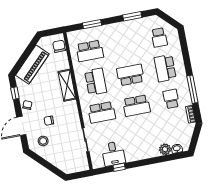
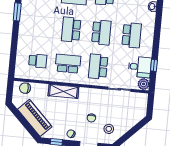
window: (92, 24) -> (13, 51), removed
school desk: (90, 51) -> (38, 61), width x0.54
school desk: (102, 112) -> (98, 67), turned 180
school desk: (142, 136) -> (132, 35), added
plant: (165, 149) -> (144, 84), moved

